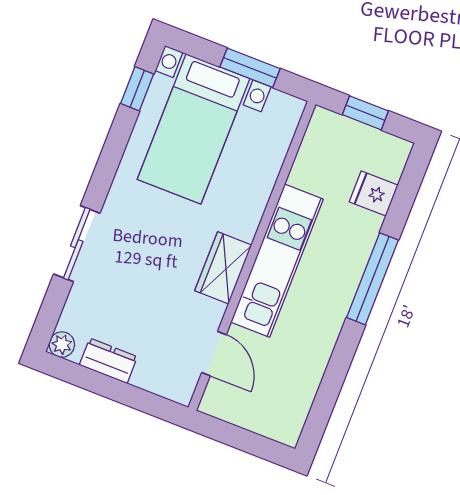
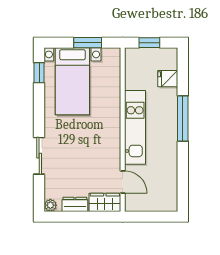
wardrobe: (223, 268) -> (105, 202), moved, turned 90

